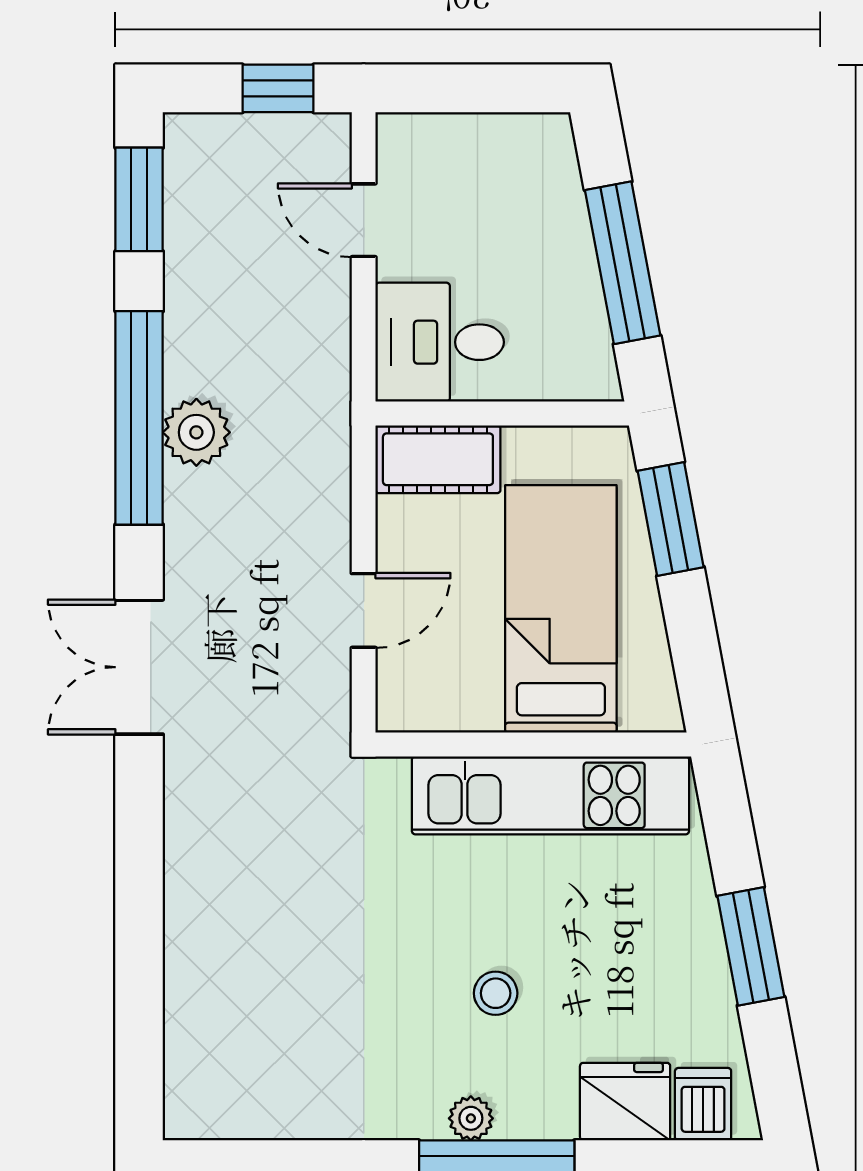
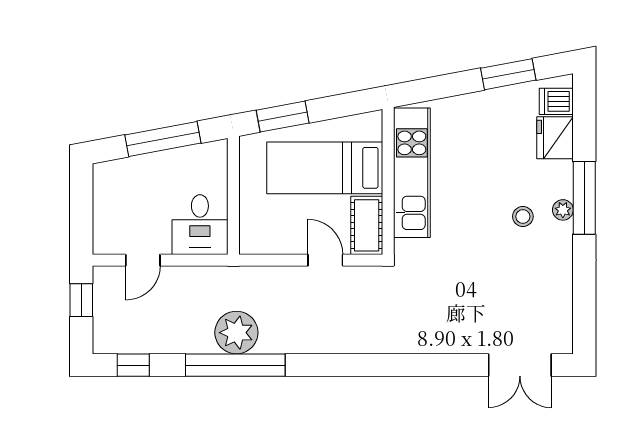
window: (139, 199) -> (133, 365), width x0.67
plant: (196, 432) -> (236, 333), width x1.36, depth x1.36
cot: (438, 459) -> (367, 225), moved
double door: (139, 667) -> (520, 365), moved
window: (751, 946) -> (508, 74), moved
stool: (496, 993) -> (523, 216), moved

